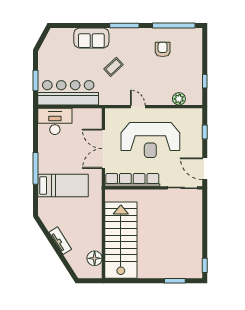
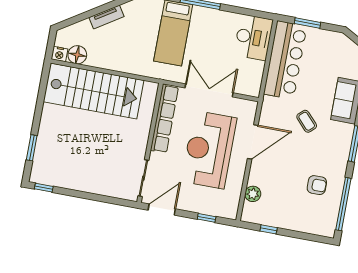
door: (138, 107) -> (253, 142), width x1.88
nightstand: (97, 273) -> (59, 54), added

